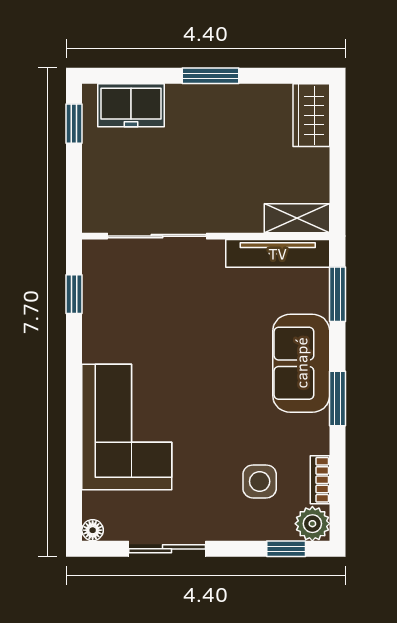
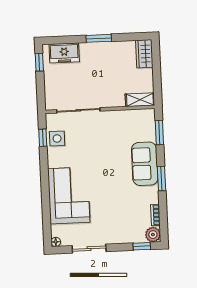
tv unit: (278, 253) -> (132, 116), removed
side table: (260, 481) -> (57, 138), moved

